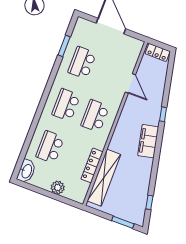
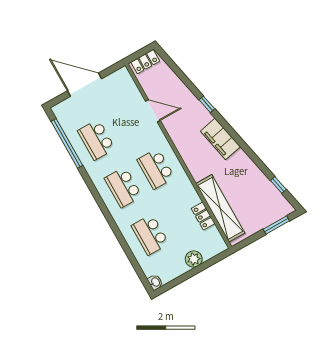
window: (64, 46) -> (67, 143), width x2.11
locker: (92, 165) -> (203, 216), width x0.66
washbasin: (26, 171) -> (155, 282), width x0.52, depth x0.69

